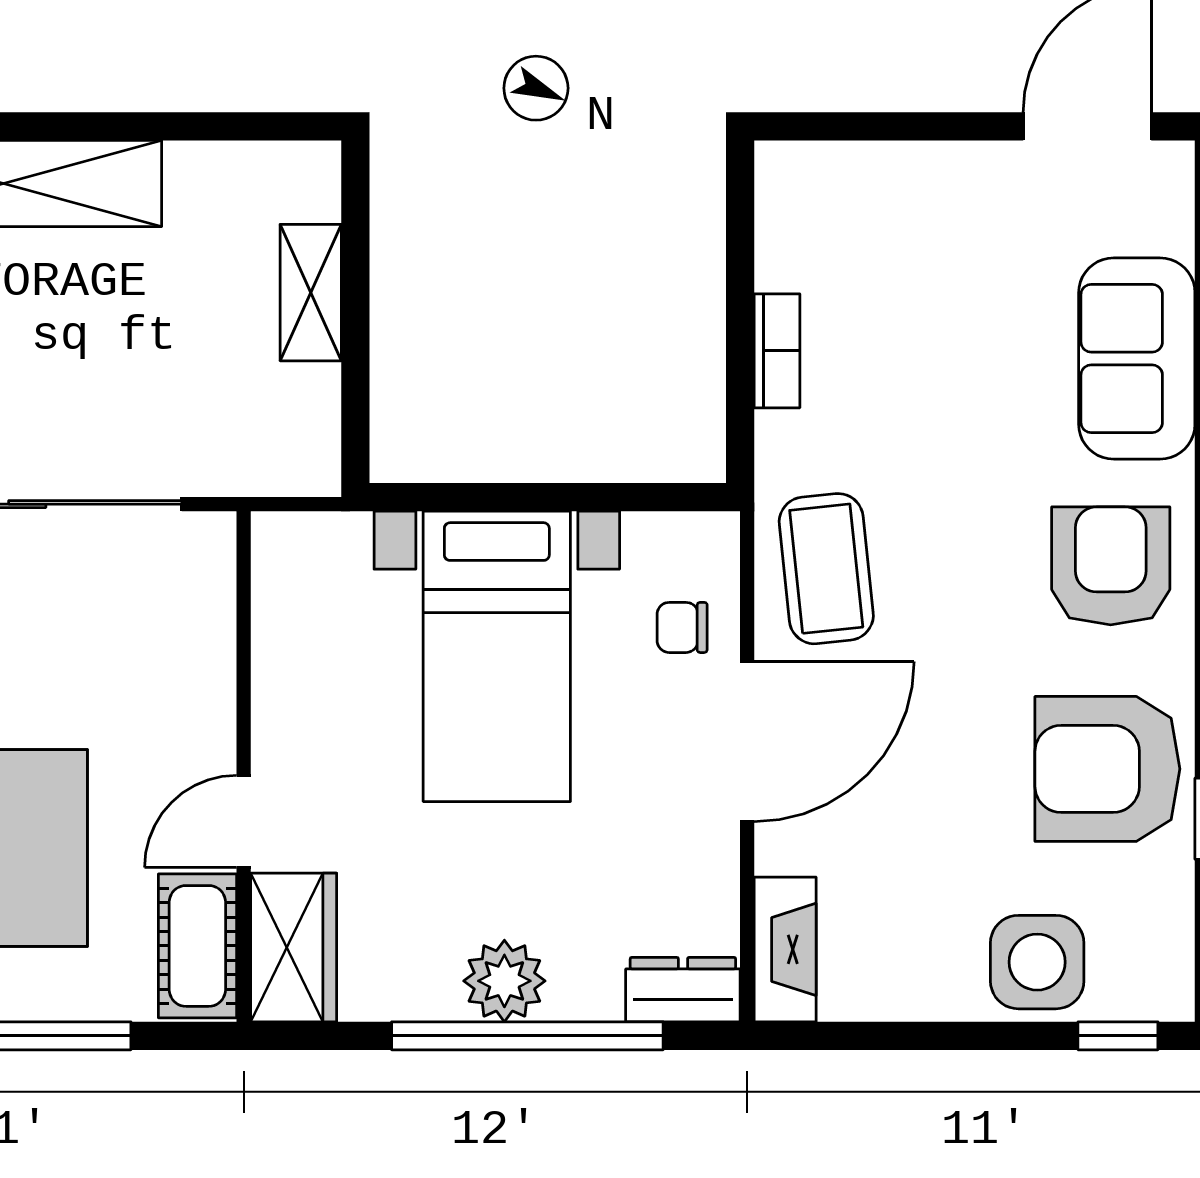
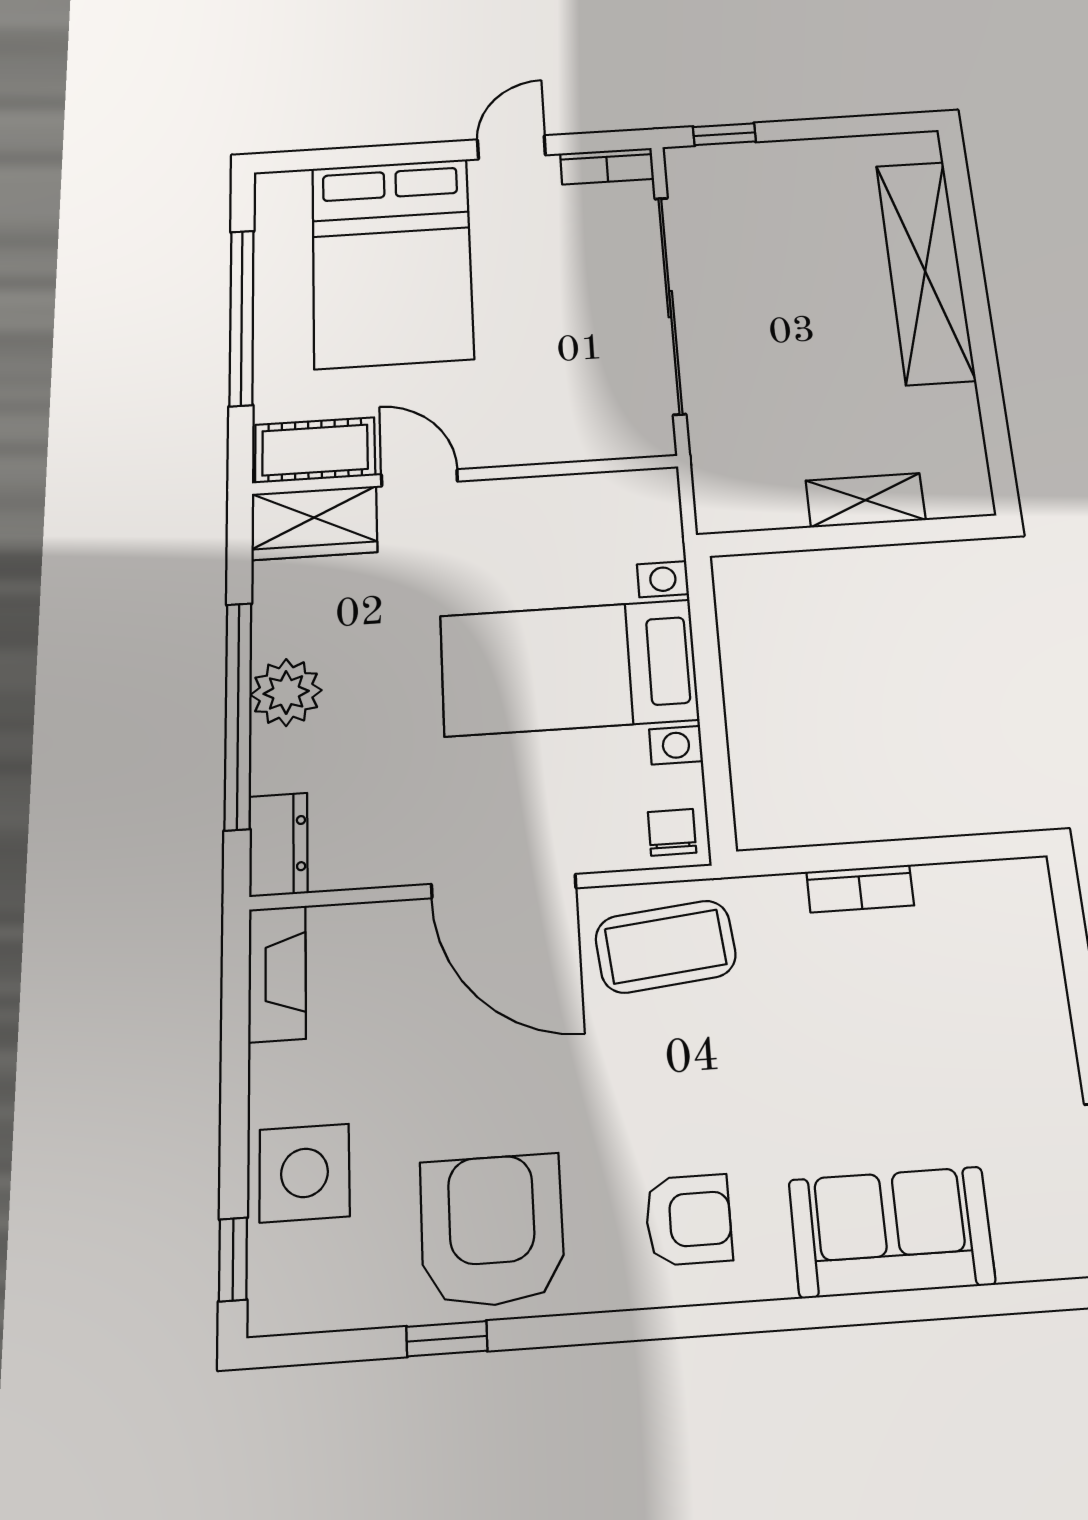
armchair: (1111, 566) -> (688, 1220), width x0.72, depth x0.72
chair: (682, 627) -> (672, 832), moved
fireplace: (785, 949) -> (277, 973), moved, turned -90

